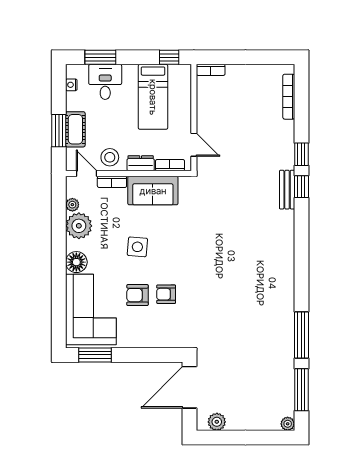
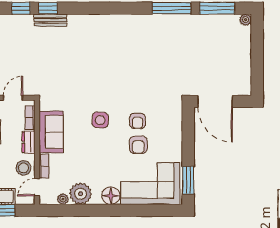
side table: (137, 247) -> (100, 120), moved
plant: (217, 422) -> (244, 79), removed

